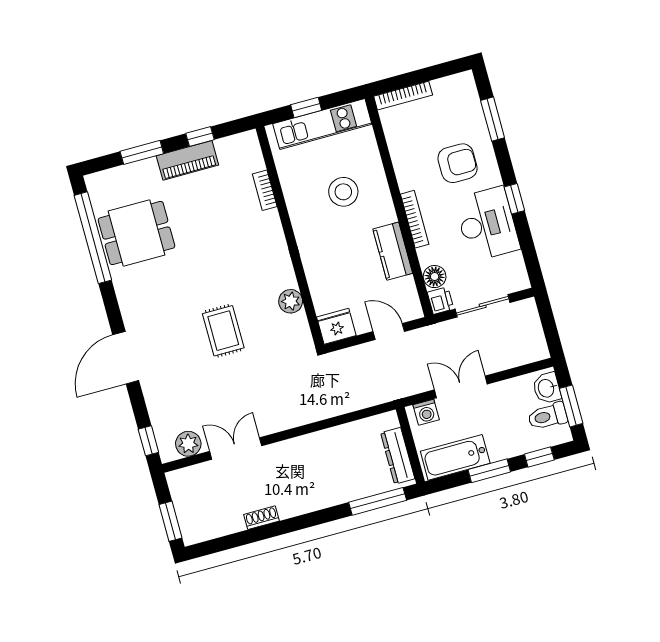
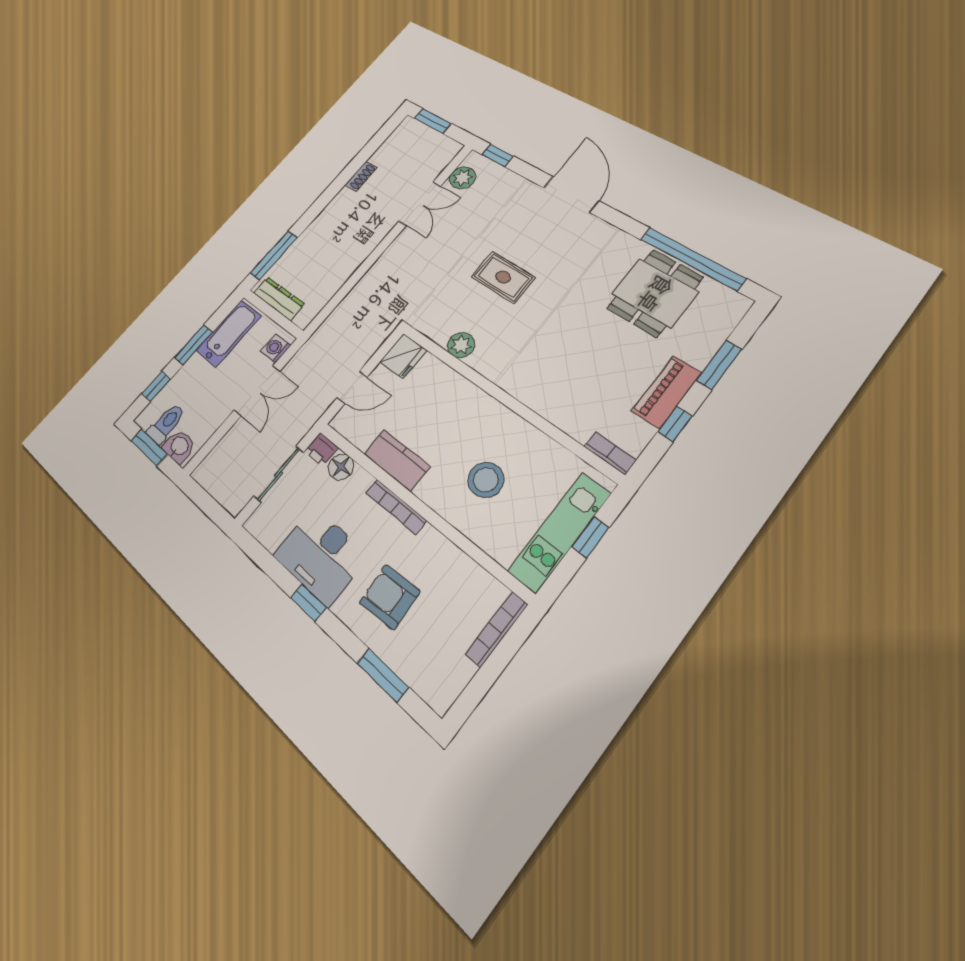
armchair: (458, 163) -> (390, 597), turned 86
bookcase: (265, 190) -> (610, 453), moved

